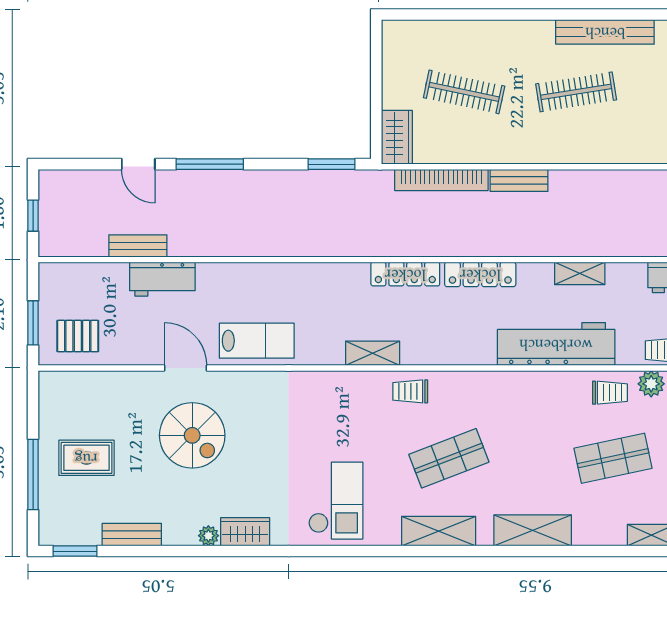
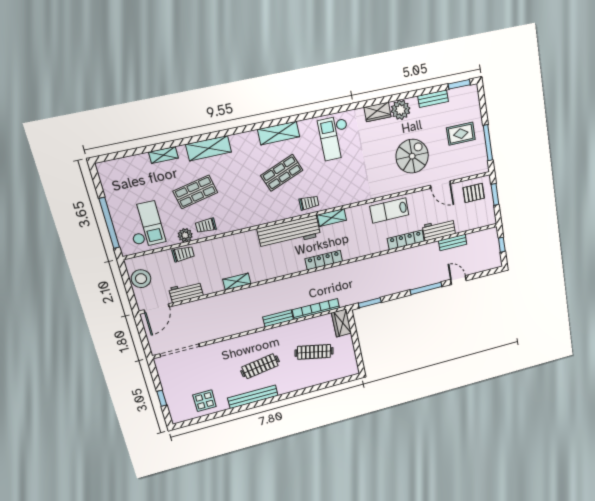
locker: (480, 274) -> (406, 240), moved
workbench: (556, 344) -> (289, 232), moved
door: (185, 368) -> (440, 185), moved
spiral stairs: (192, 435) -> (412, 156), turned 90
window: (33, 475) -> (488, 143), moved
shelving: (533, 530) -> (209, 148), moved
plant: (208, 536) -> (401, 110), width x1.88, depth x1.88

